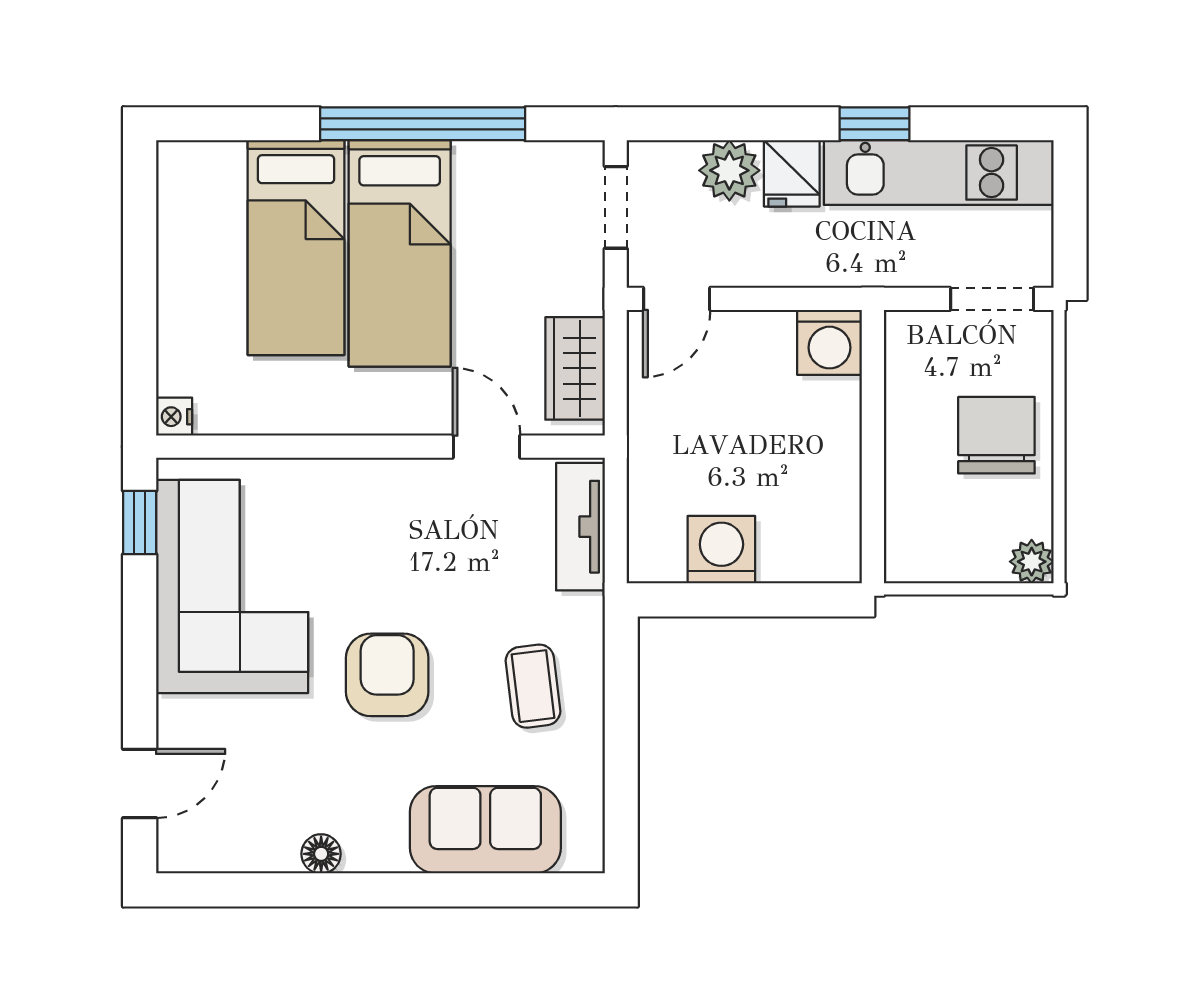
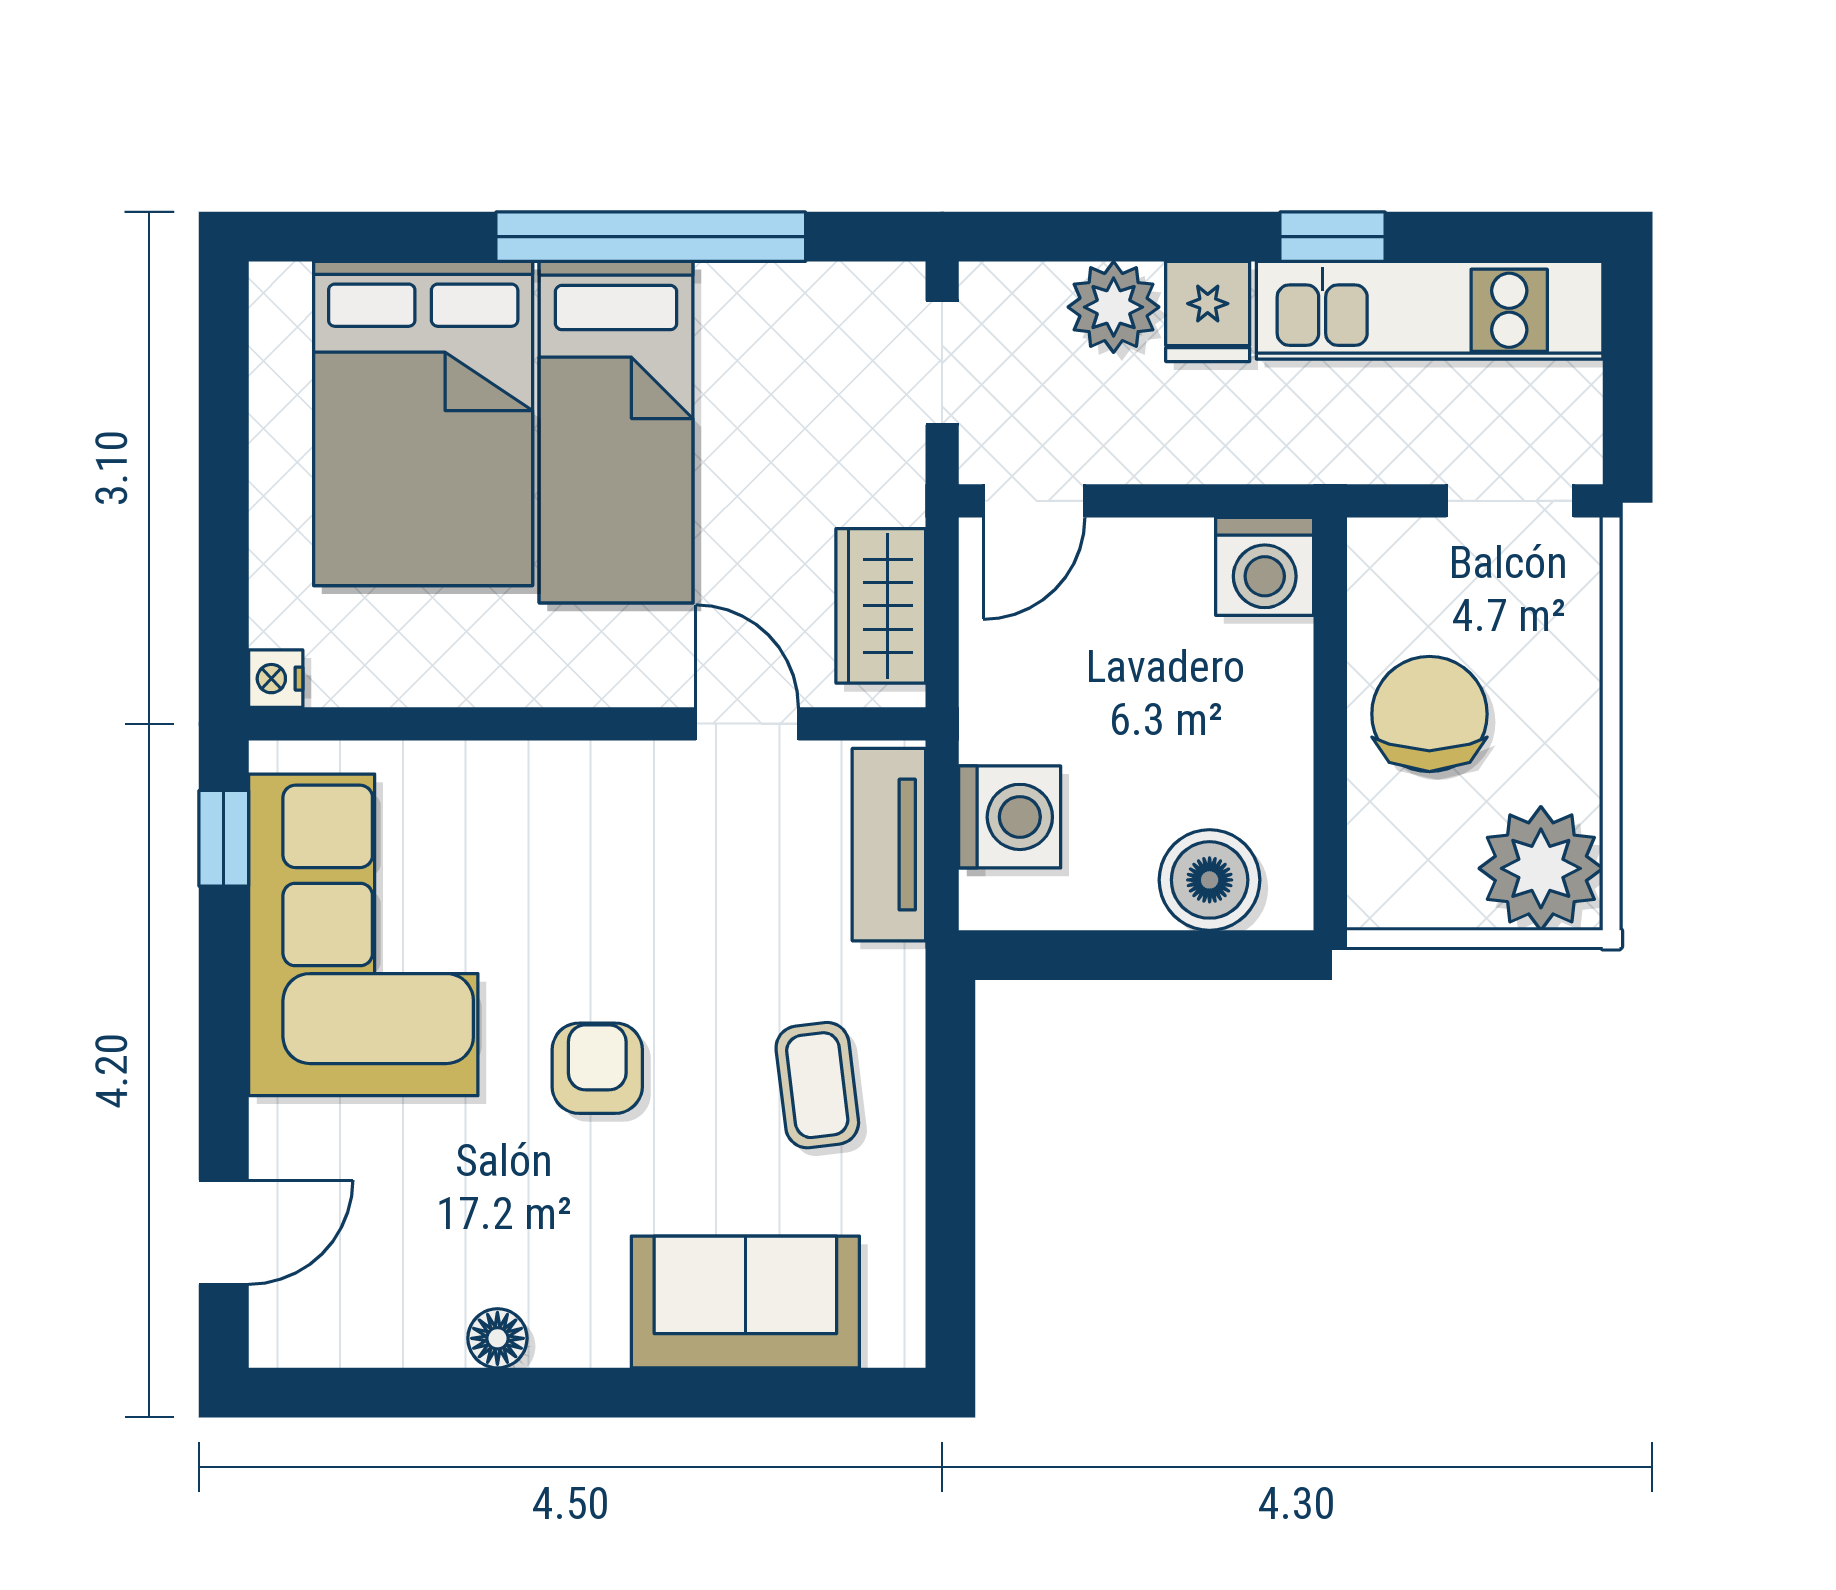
bed: (296, 248) -> (423, 424), width x1.50
chair: (996, 435) -> (1429, 714), moved
washing machine: (721, 550) -> (1010, 817), moved, turned 90
boiler: (793, 550) -> (1210, 880), added
plant: (1032, 562) -> (1541, 868), width x1.88, depth x1.88
armchair: (387, 675) -> (597, 1068), width x0.72, depth x0.72

